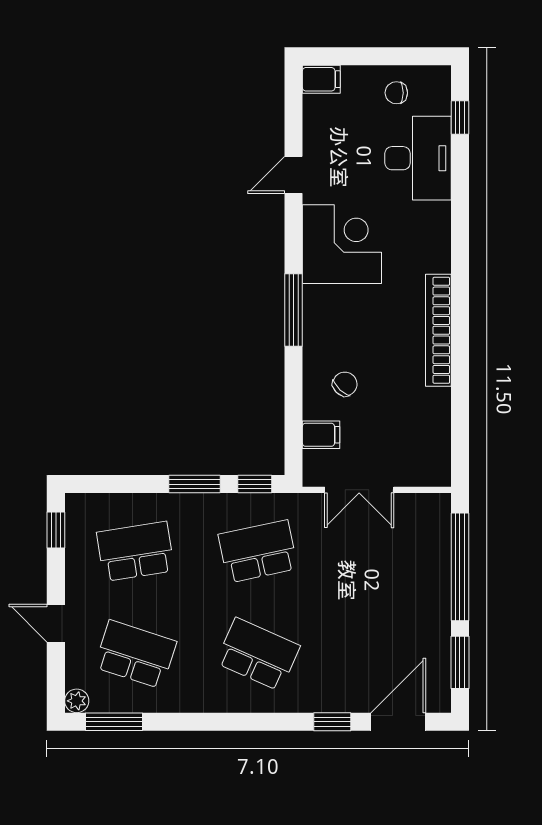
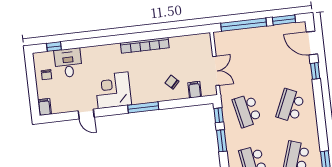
desk: (418, 158) -> (68, 63), width x0.73

